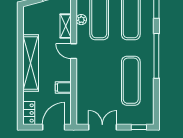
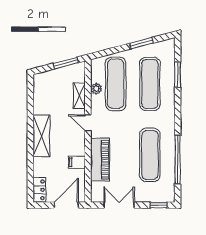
window: (156, 56) -> (178, 159), moved
shelving: (31, 63) -> (41, 136), width x0.68
piano: (85, 85) -> (100, 160), added

